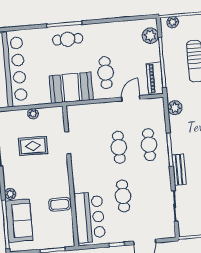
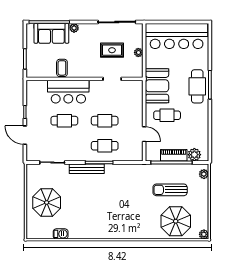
cafe table: (68, 39) -> (197, 86), width x1.37, depth x1.35
piano: (155, 79) -> (174, 155), moved
plant: (175, 108) -> (133, 170), removed
rug: (33, 146) -> (112, 50), turned 90
bench: (179, 170) -> (87, 169), width x1.36
bar counter: (90, 217) -> (68, 92), moved

